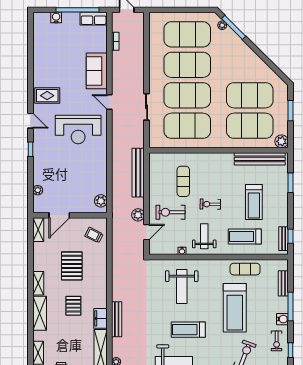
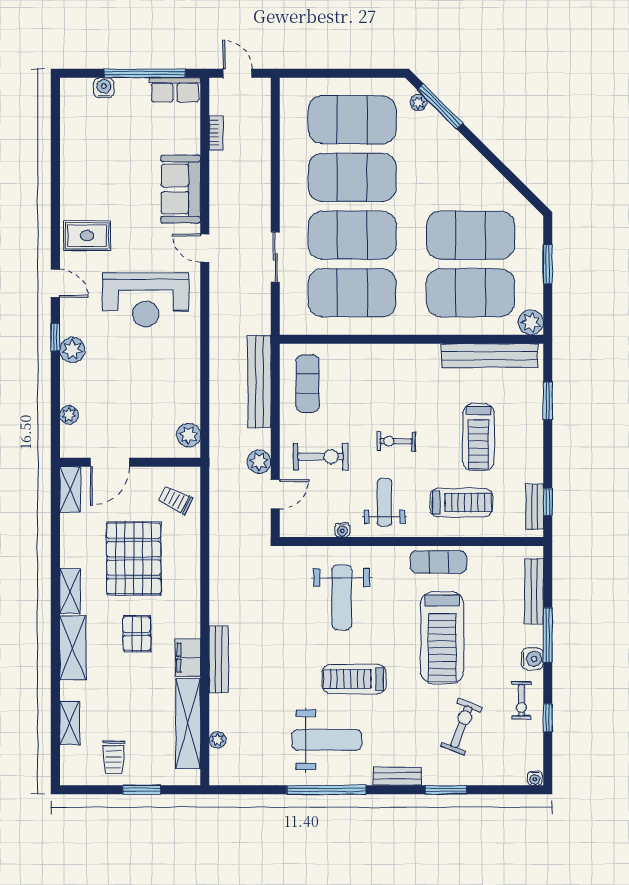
plant: (39, 156) -> (72, 350), added
exercise mat: (183, 181) -> (308, 384), moved
exercise bike: (171, 212) -> (321, 457), turned 180
treadmill: (245, 236) -> (461, 502), turned 180
pallet: (72, 266) -> (134, 558), width x1.37, depth x1.41
exercise mat: (245, 269) -> (439, 562), moved
bench: (283, 283) -> (534, 591), width x1.36

